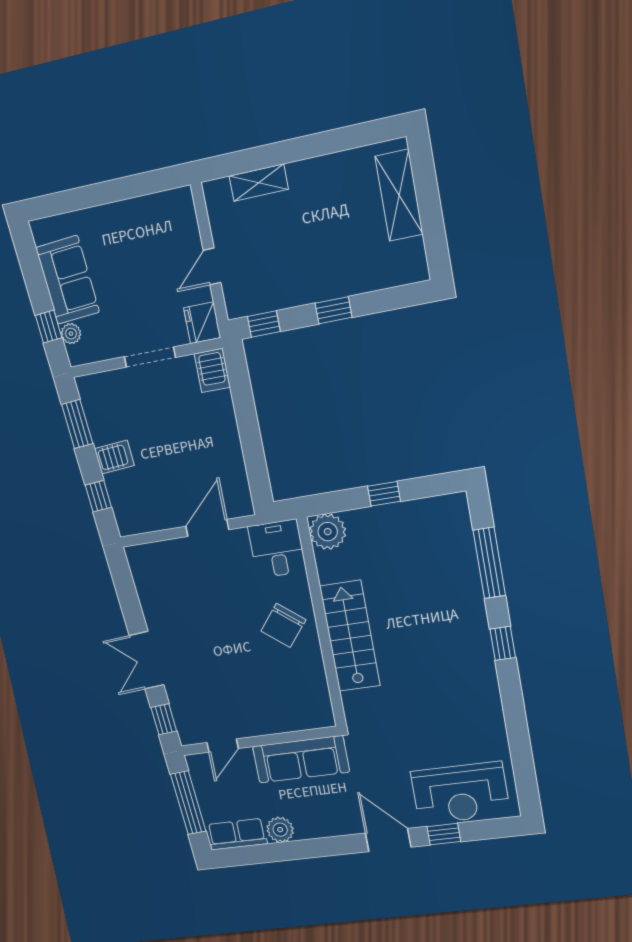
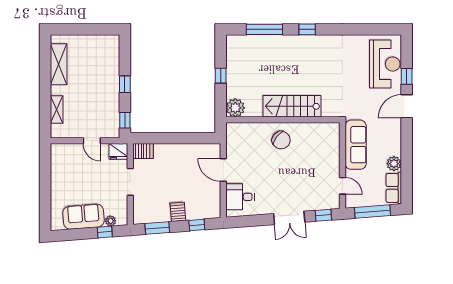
shelving: (399, 195) -> (59, 64), moved, turned 90
desk: (277, 549) -> (240, 197), moved

